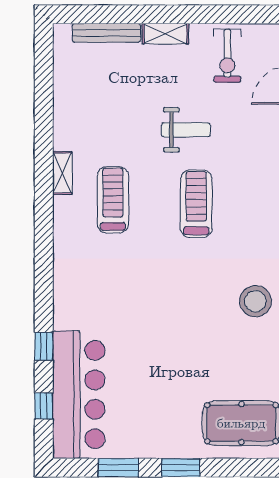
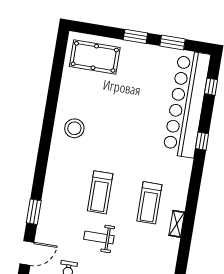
window: (44, 346) -> (202, 141), moved
bar counter: (79, 395) -> (187, 104), width x1.36

